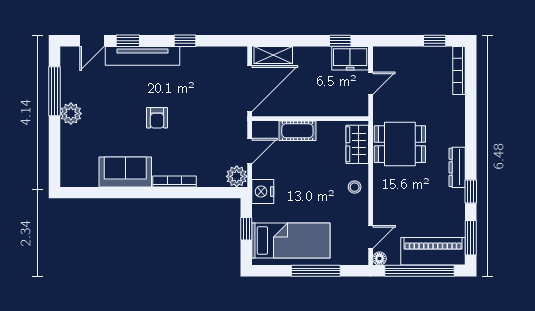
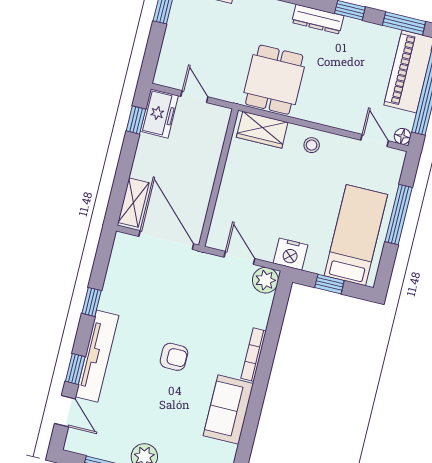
cot: (297, 131) -> (229, 196), removed

